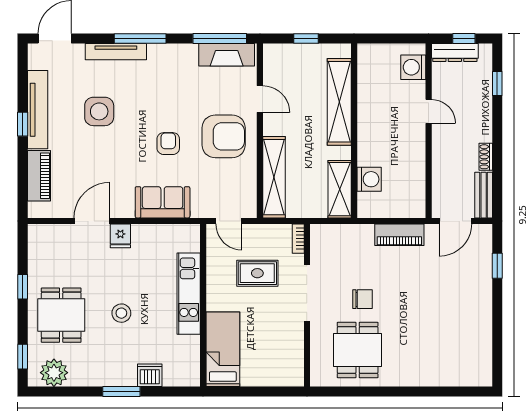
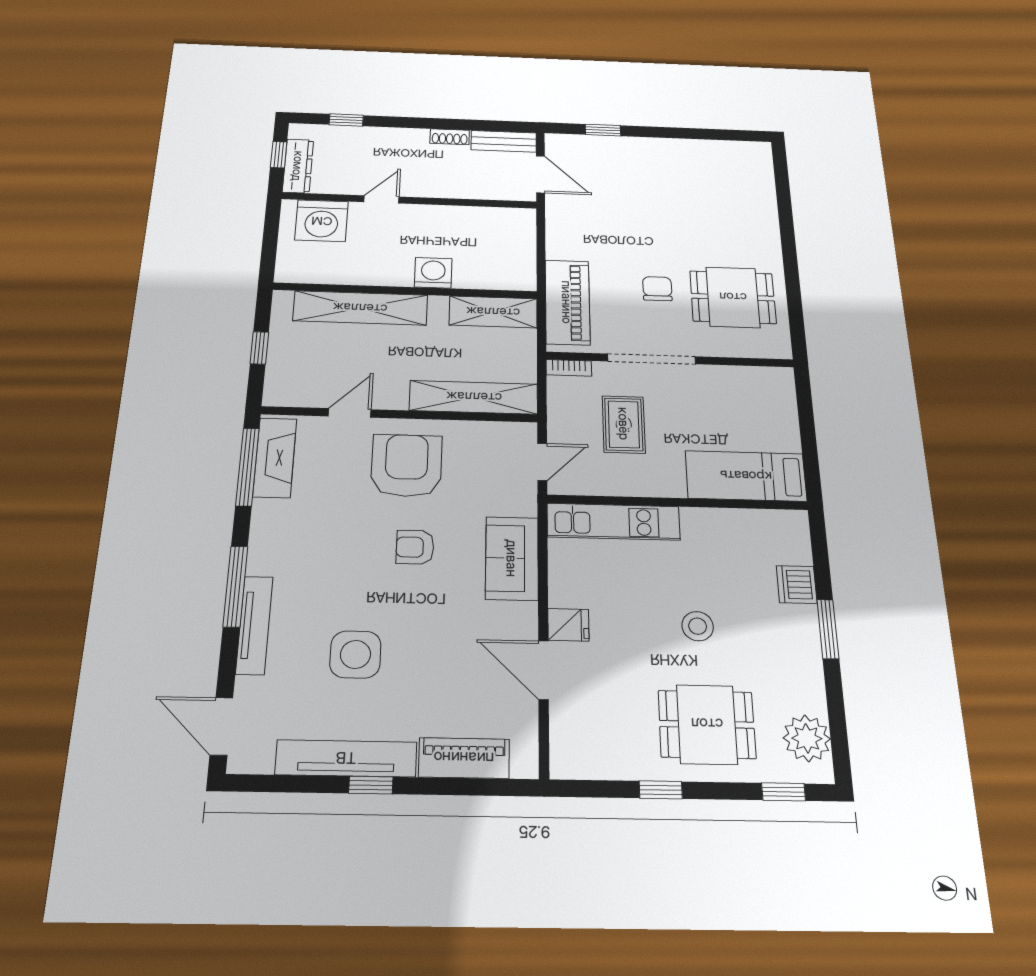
washing machine: (413, 67) -> (322, 221), width x1.37, depth x1.37
washing machine: (369, 179) -> (433, 273), moved
piano: (399, 235) -> (567, 302), moved, width x1.37, depth x1.33
kitchen unit: (189, 294) -> (613, 522), moved

